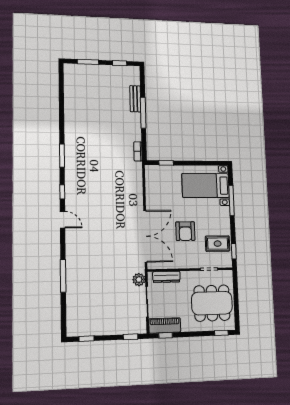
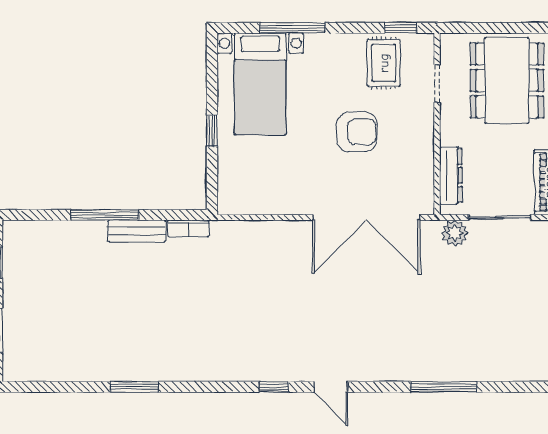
bench: (135, 99) -> (137, 231), moved
window: (62, 156) -> (134, 387), moved
window: (166, 163) -> (212, 131), moved
door: (63, 220) -> (331, 387), swing flipped
double door: (145, 236) -> (366, 217), swing flipped

